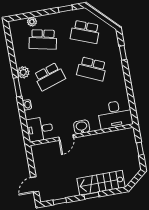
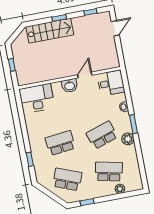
school desk: (92, 69) -> (60, 143), turned -30

